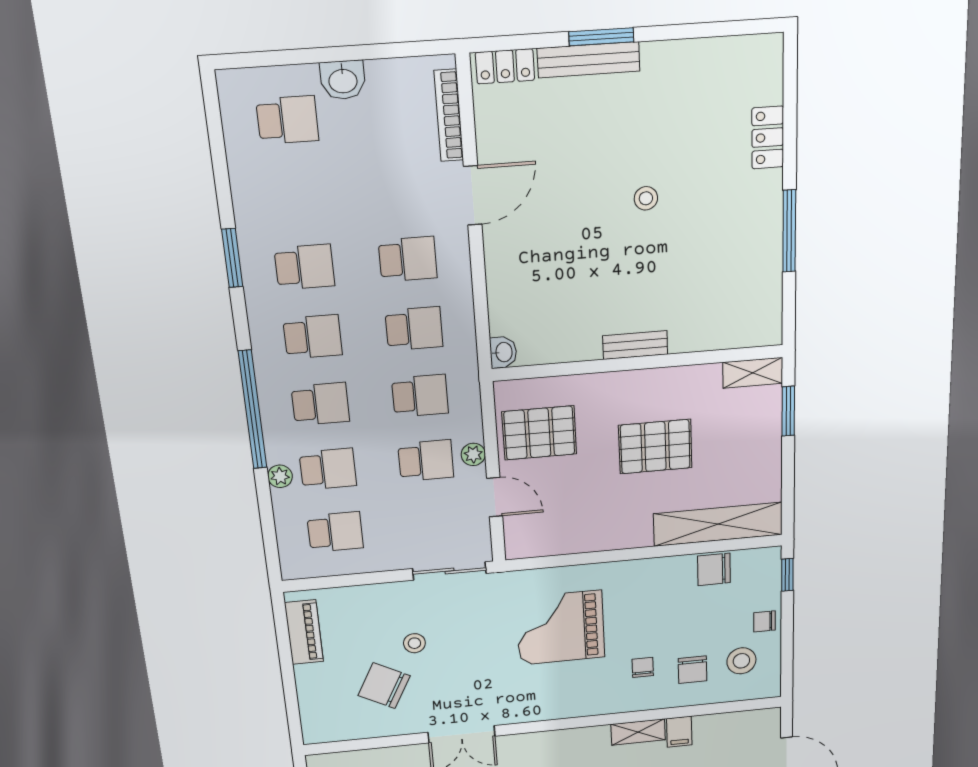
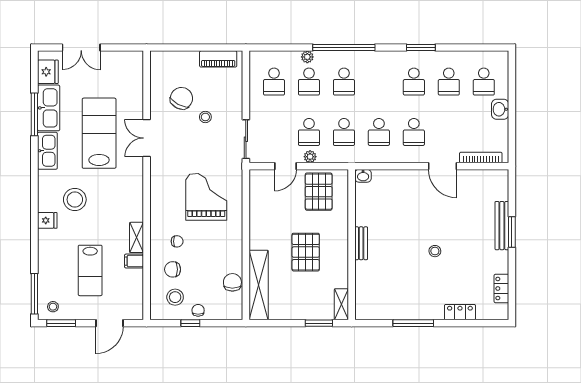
locker: (505, 66) -> (501, 289), moved
school desk: (313, 337) -> (449, 82), moved
window: (787, 575) -> (190, 323), moved

